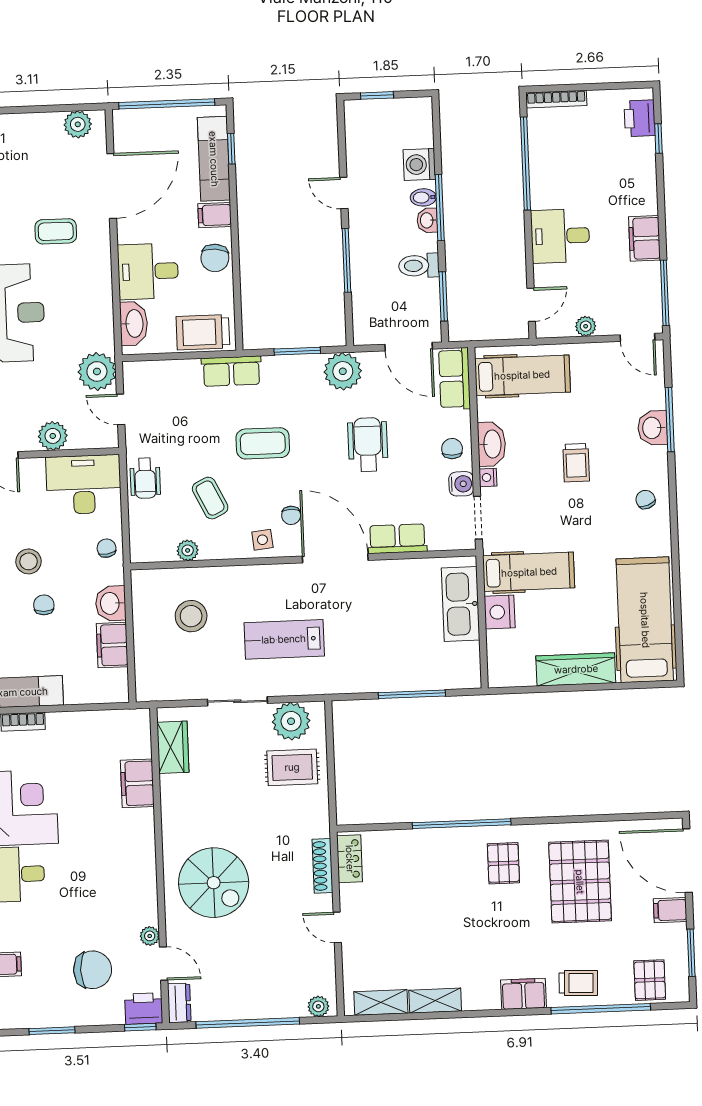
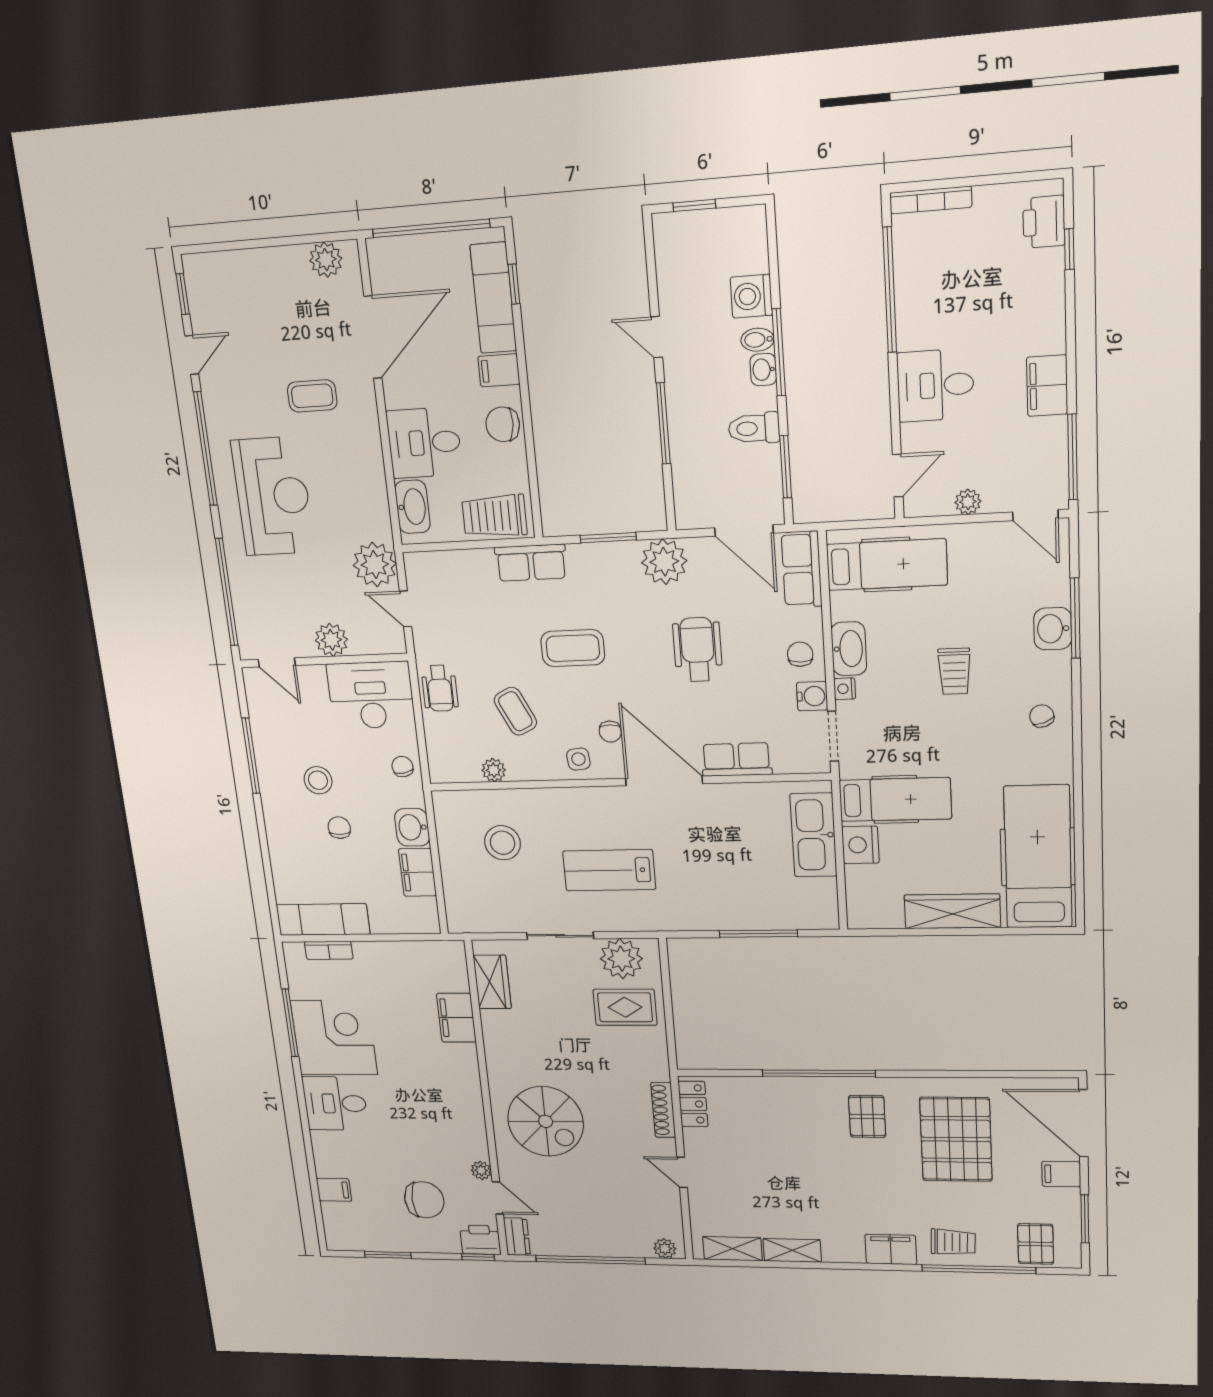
chair: (215, 258) -> (503, 424), turned 88

